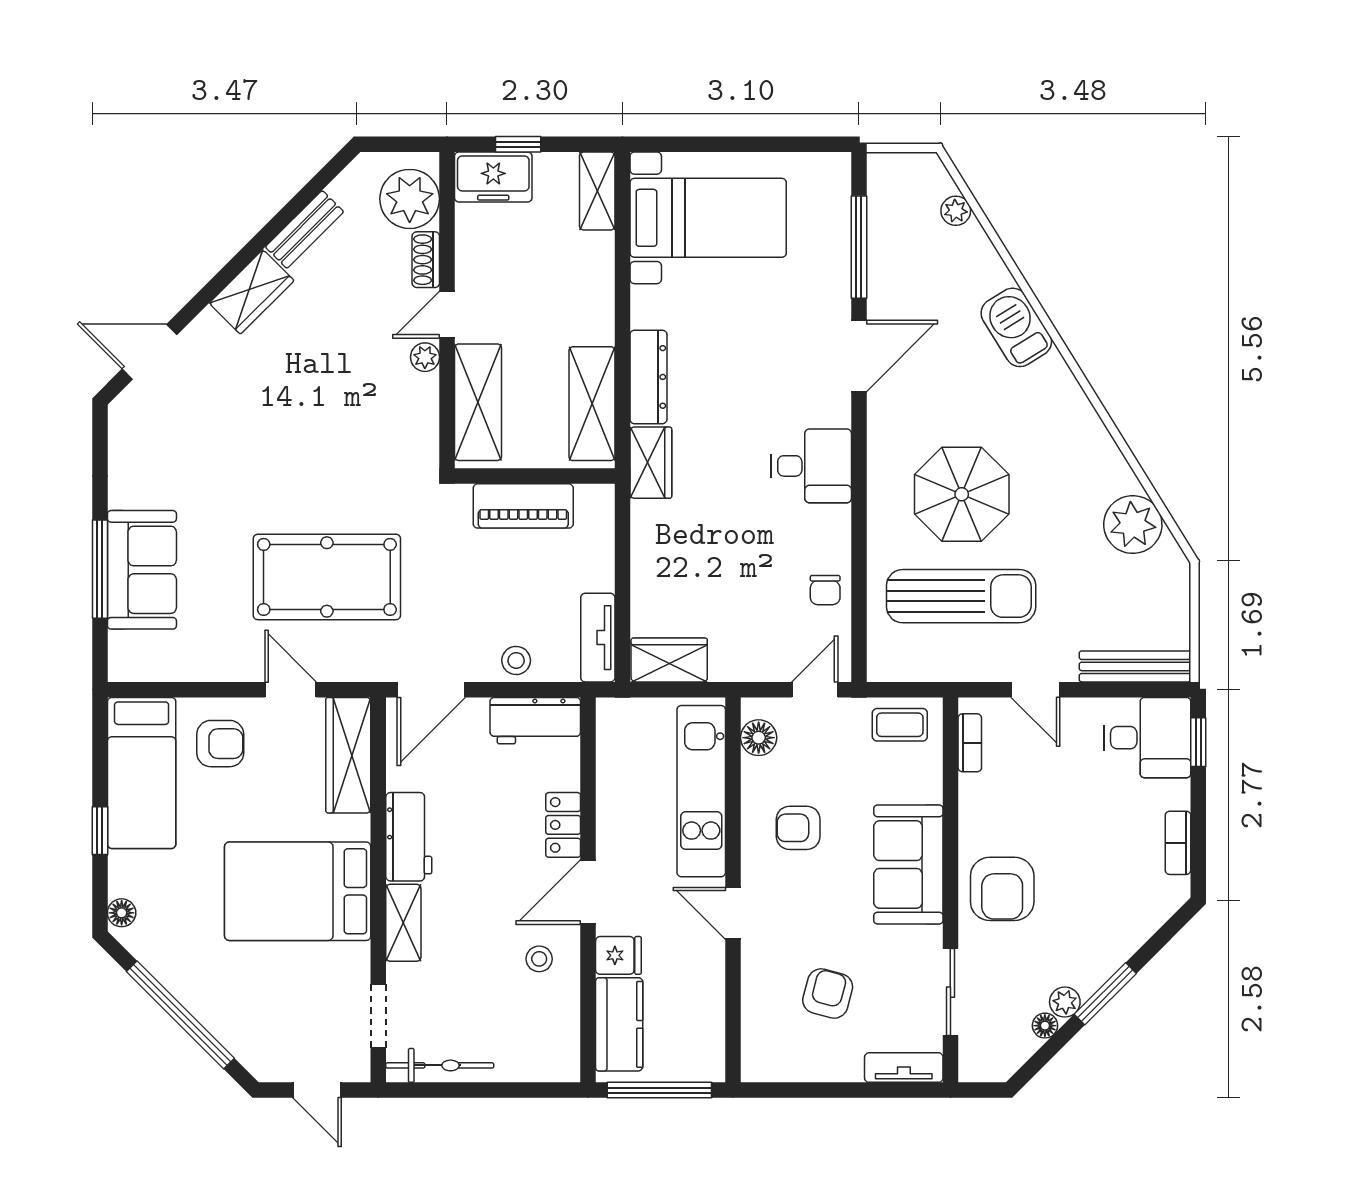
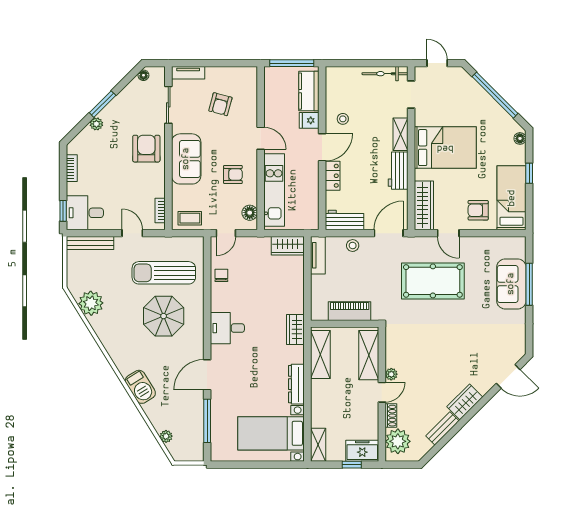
dresser: (648, 377) -> (296, 384), moved
plant: (1065, 1002) -> (96, 124), moved
floor lamp: (1045, 1026) -> (143, 75), moved

